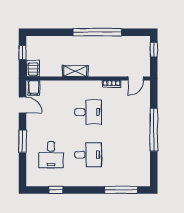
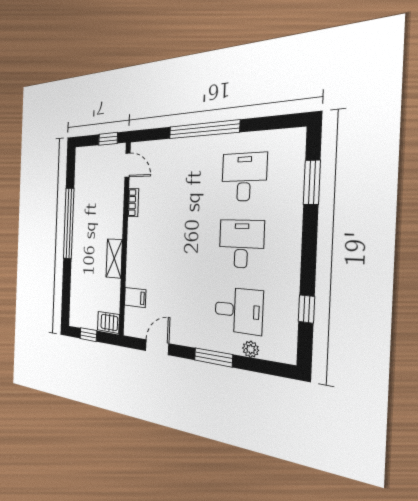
window: (154, 50) -> (108, 139), moved
filing cabinet: (34, 88) -> (135, 297), moved
desk: (88, 112) -> (244, 177), moved
plant: (31, 162) -> (251, 349), added
window: (121, 190) -> (312, 182), width x0.69

